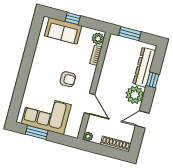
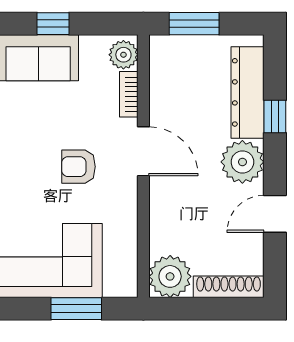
armchair: (68, 79) -> (79, 167), turned 180
door: (89, 104) -> (143, 151), moved
window: (37, 132) -> (76, 309), moved
plant: (88, 136) -> (170, 276), width x1.88, depth x1.88

